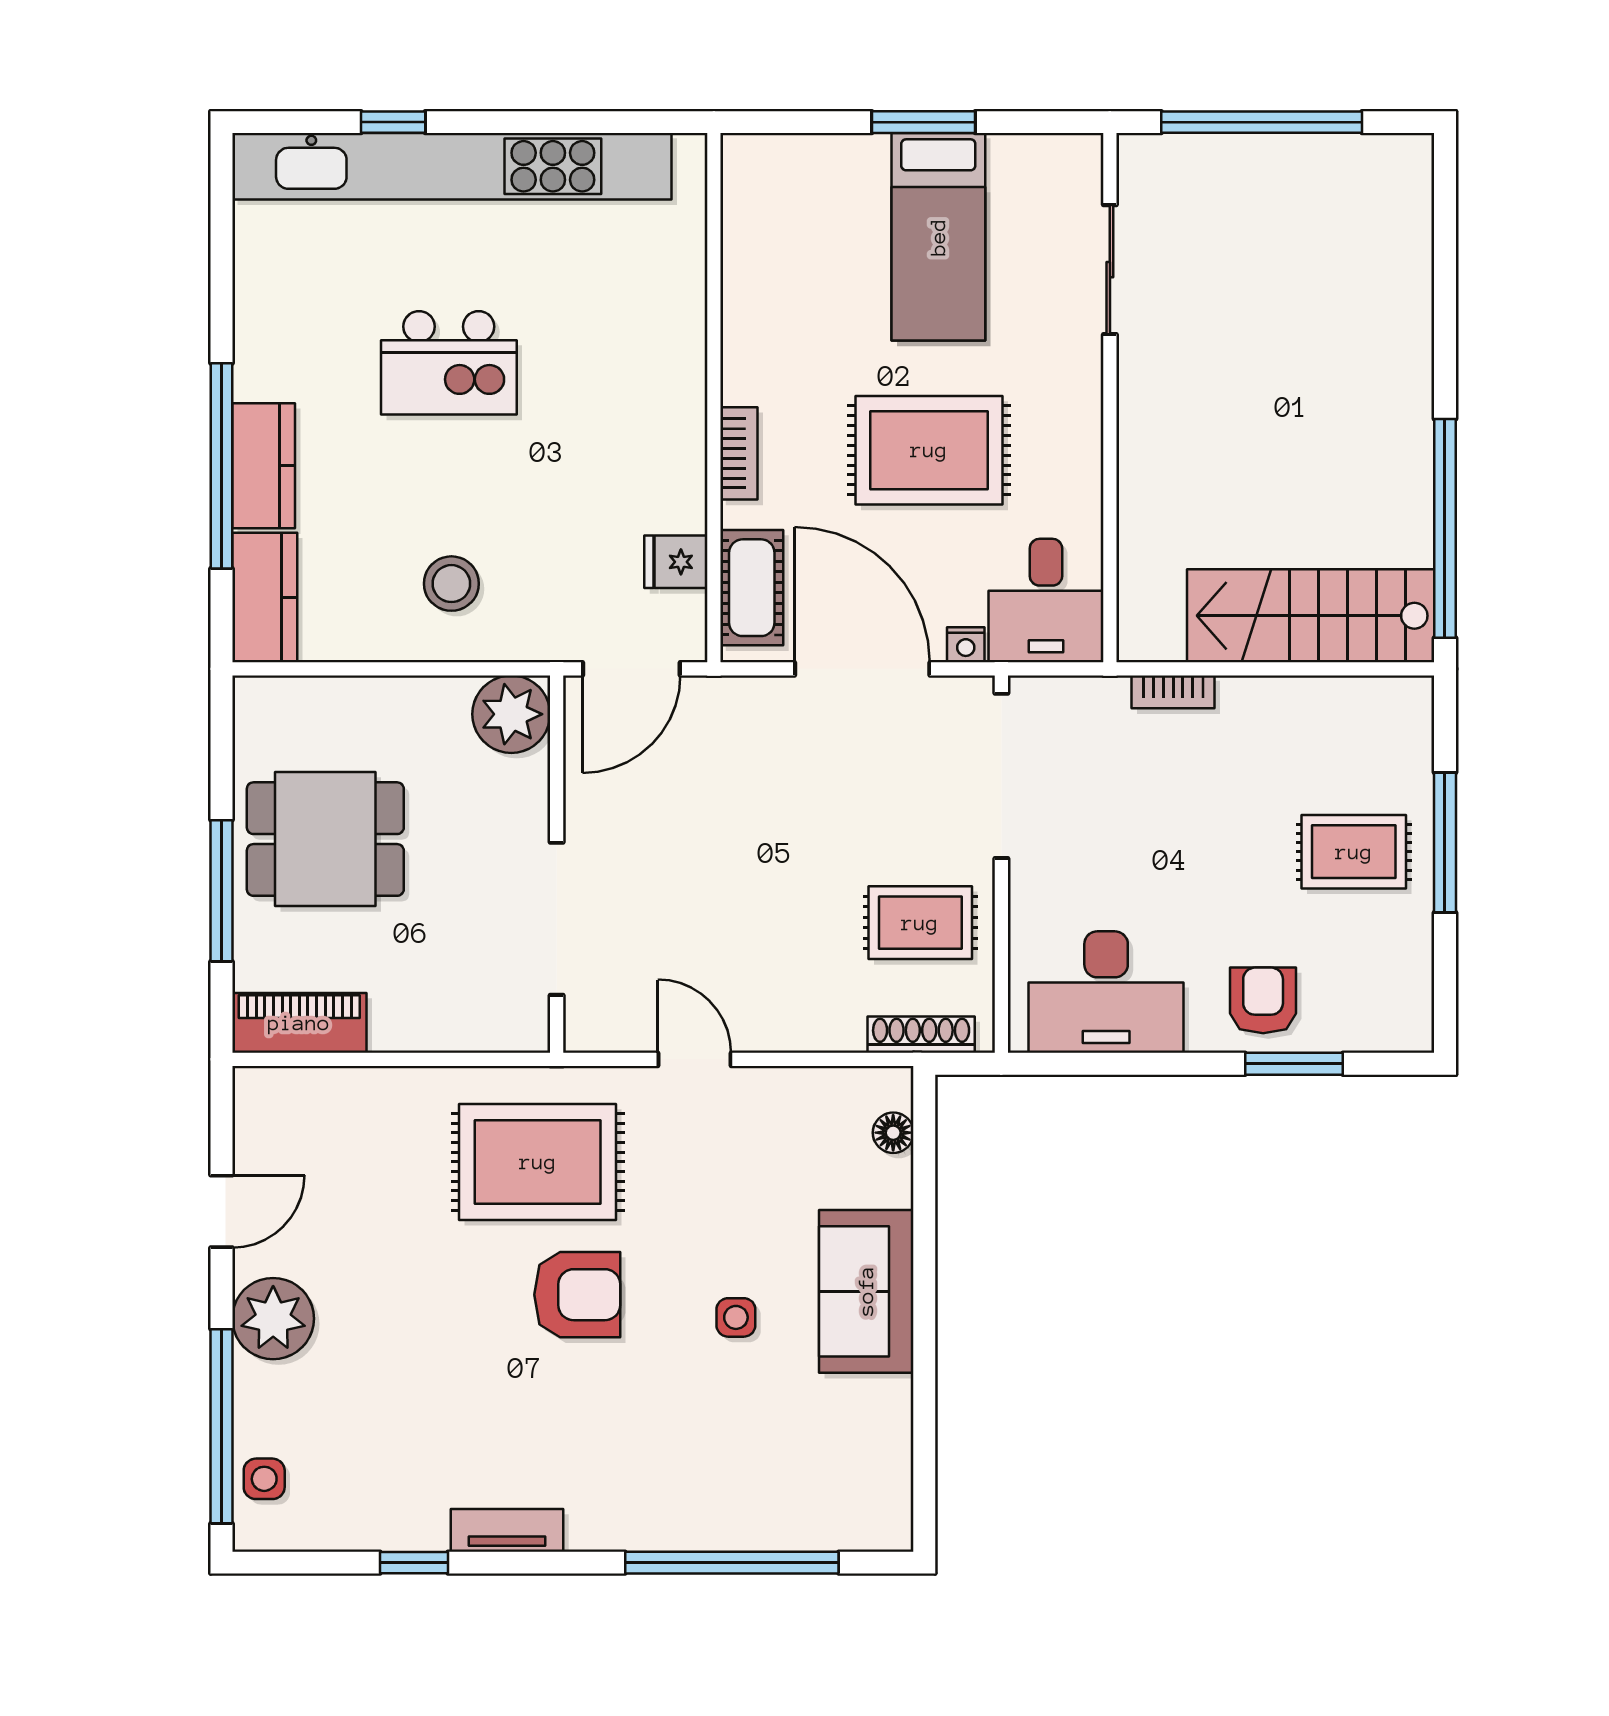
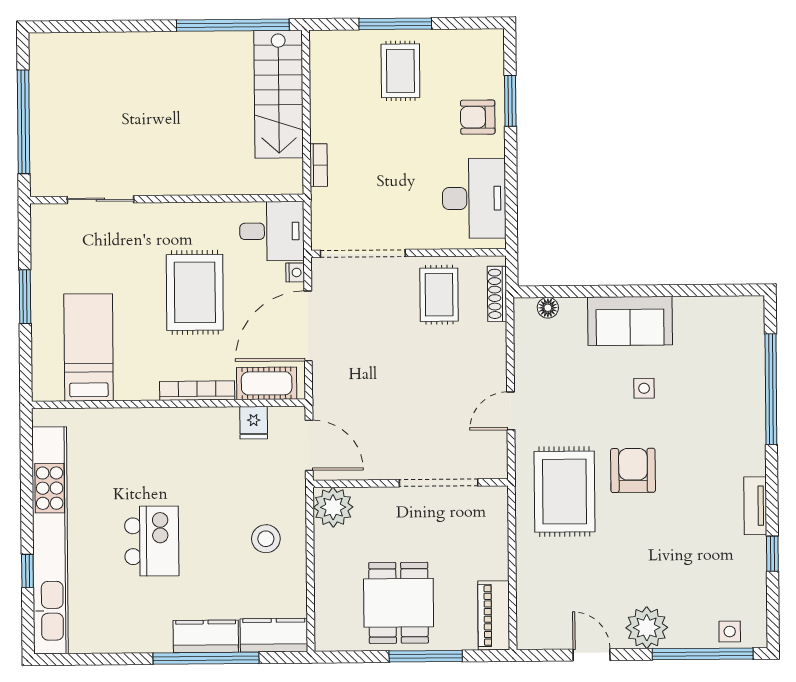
bed: (938, 237) -> (89, 347), moved, turned -90
bookcase: (739, 453) -> (197, 391), width x1.56

